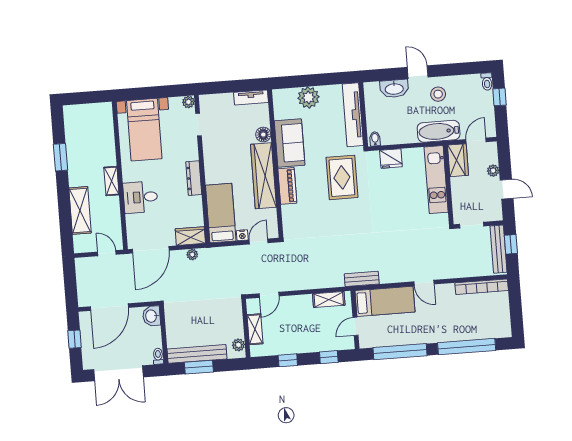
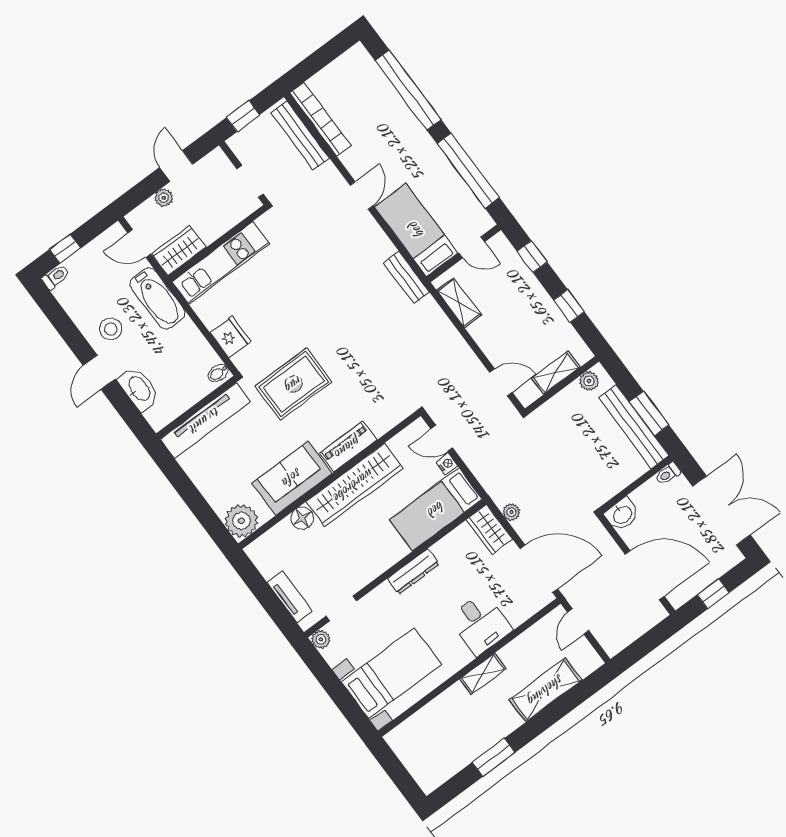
tv unit: (251, 97) -> (290, 597), moved
plant: (308, 97) -> (241, 521), moved
bench: (498, 249) -> (300, 135), moved, turned 90

